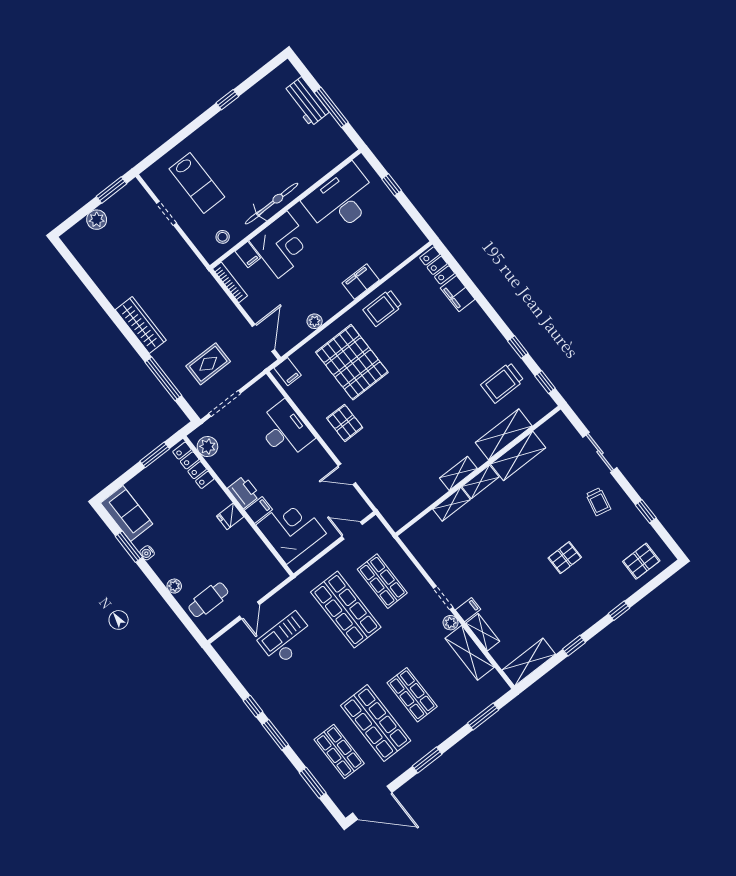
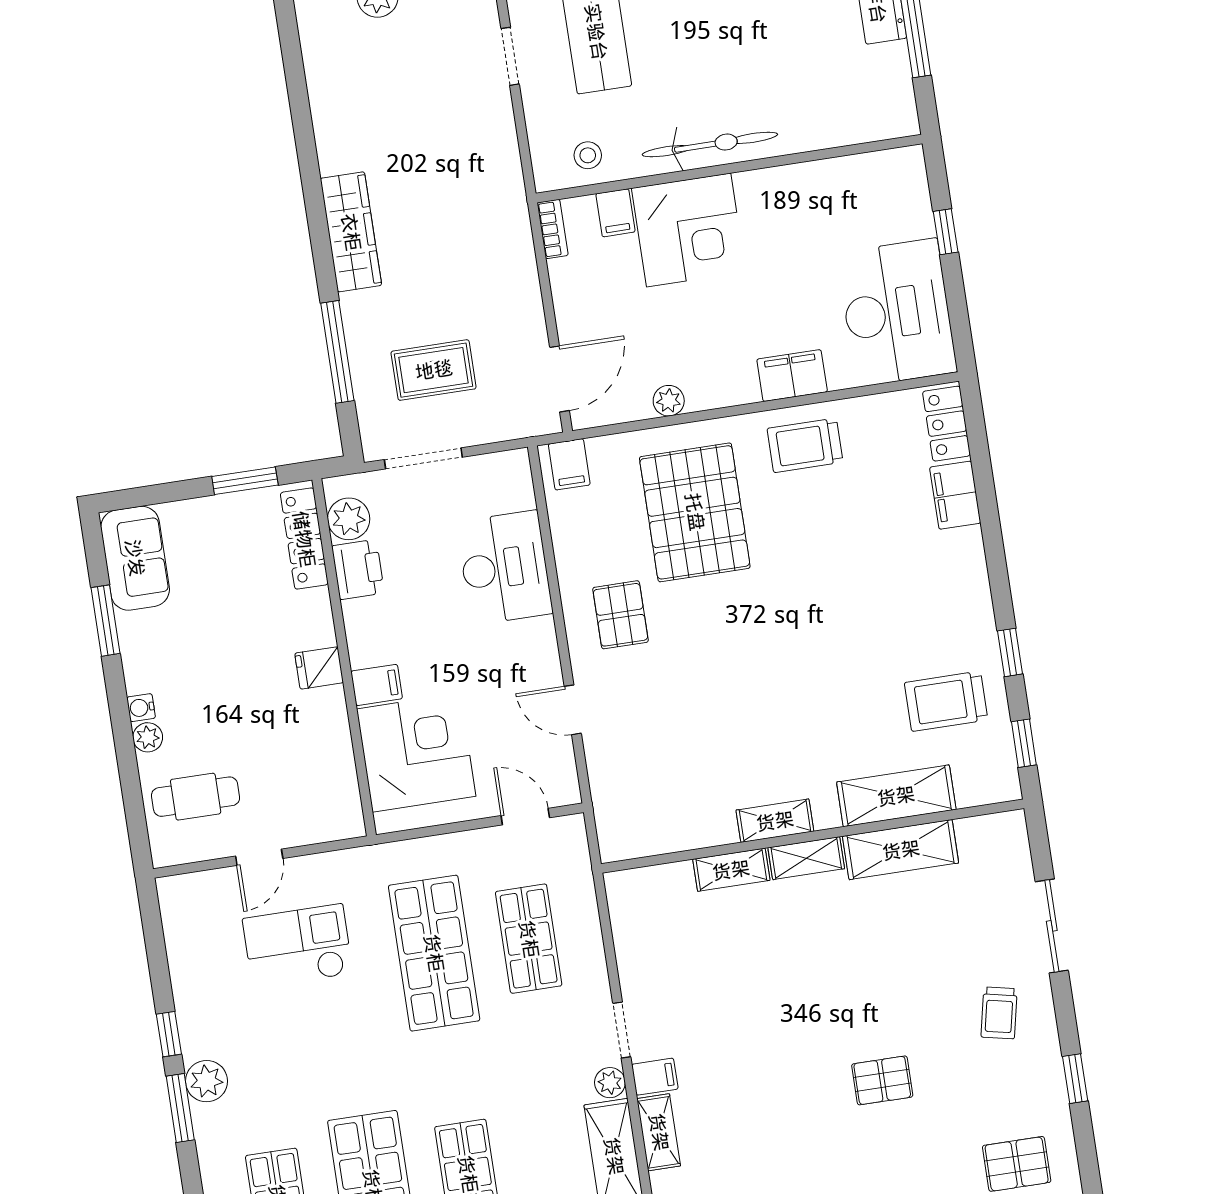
desk: (341, 200) -> (897, 312), moved, turned 90
bookcase: (230, 282) -> (553, 229), width x0.64
printer: (244, 492) -> (358, 569), moved
water cooler: (147, 553) -> (141, 708), moved
plant: (280, 717) -> (206, 1081), added

